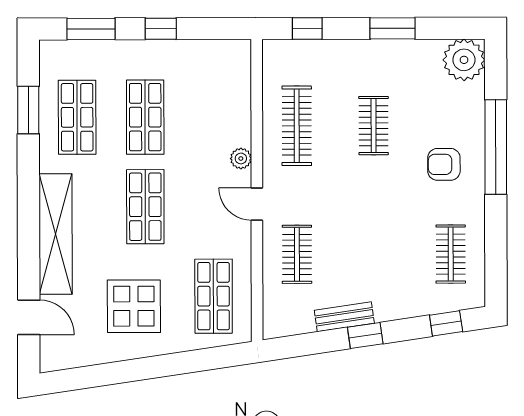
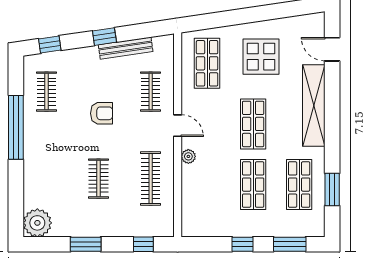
window: (496, 147) -> (16, 127), moved
armchair: (444, 164) -> (102, 113), moved
bench: (344, 317) -> (126, 48), width x1.36

